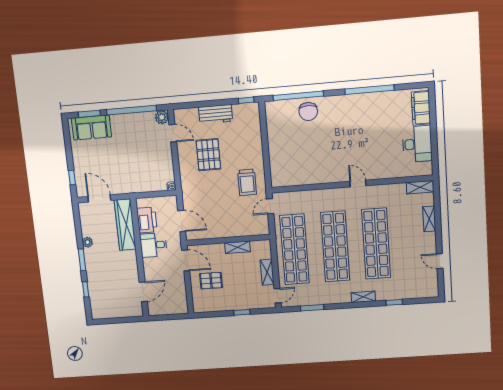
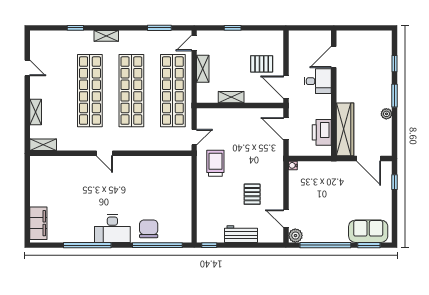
desk: (417, 144) -> (112, 229), moved, turned -90
pallet: (208, 155) -> (252, 194), width x0.67, depth x0.71
desk: (153, 245) -> (318, 81), moved

